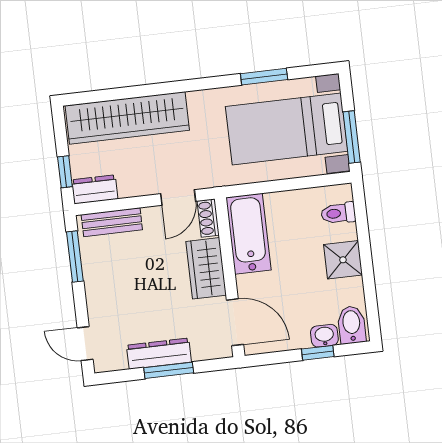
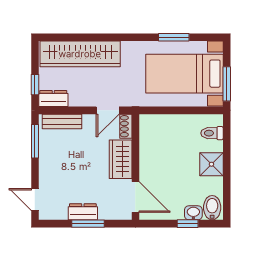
bathtub: (248, 234) -> (151, 140), removed
dresser: (159, 354) -> (83, 212), width x0.70

